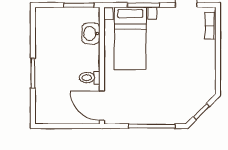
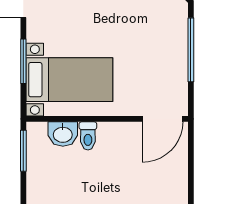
toilet: (90, 78) -> (88, 136), moved

